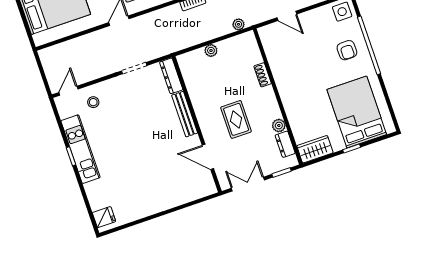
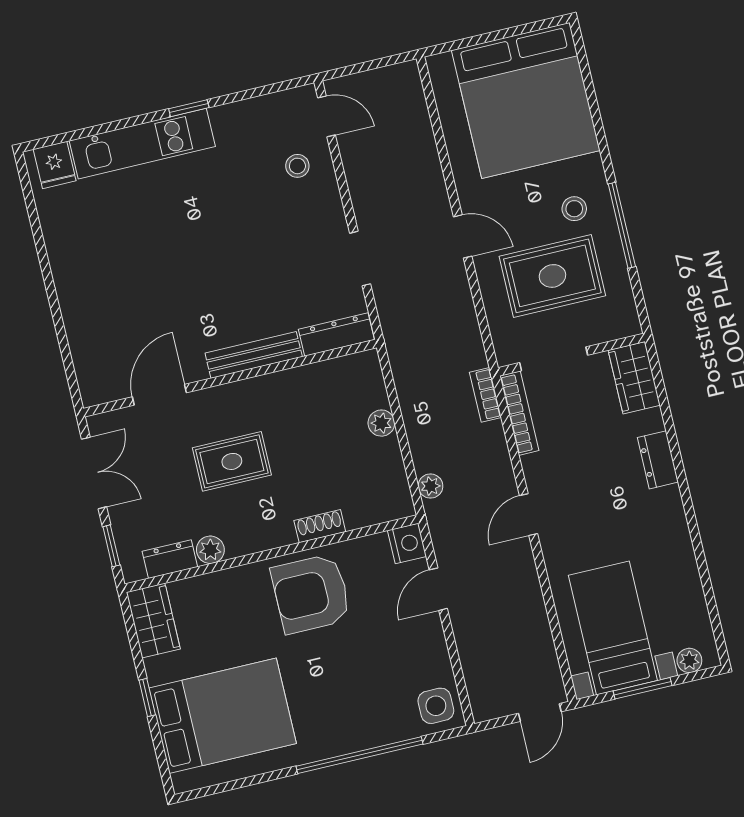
nightstand: (267, 33) -> (407, 543), added
armchair: (347, 50) -> (311, 594), moved, width x1.88, depth x1.88
kitchen unit: (80, 149) -> (142, 144), moved

